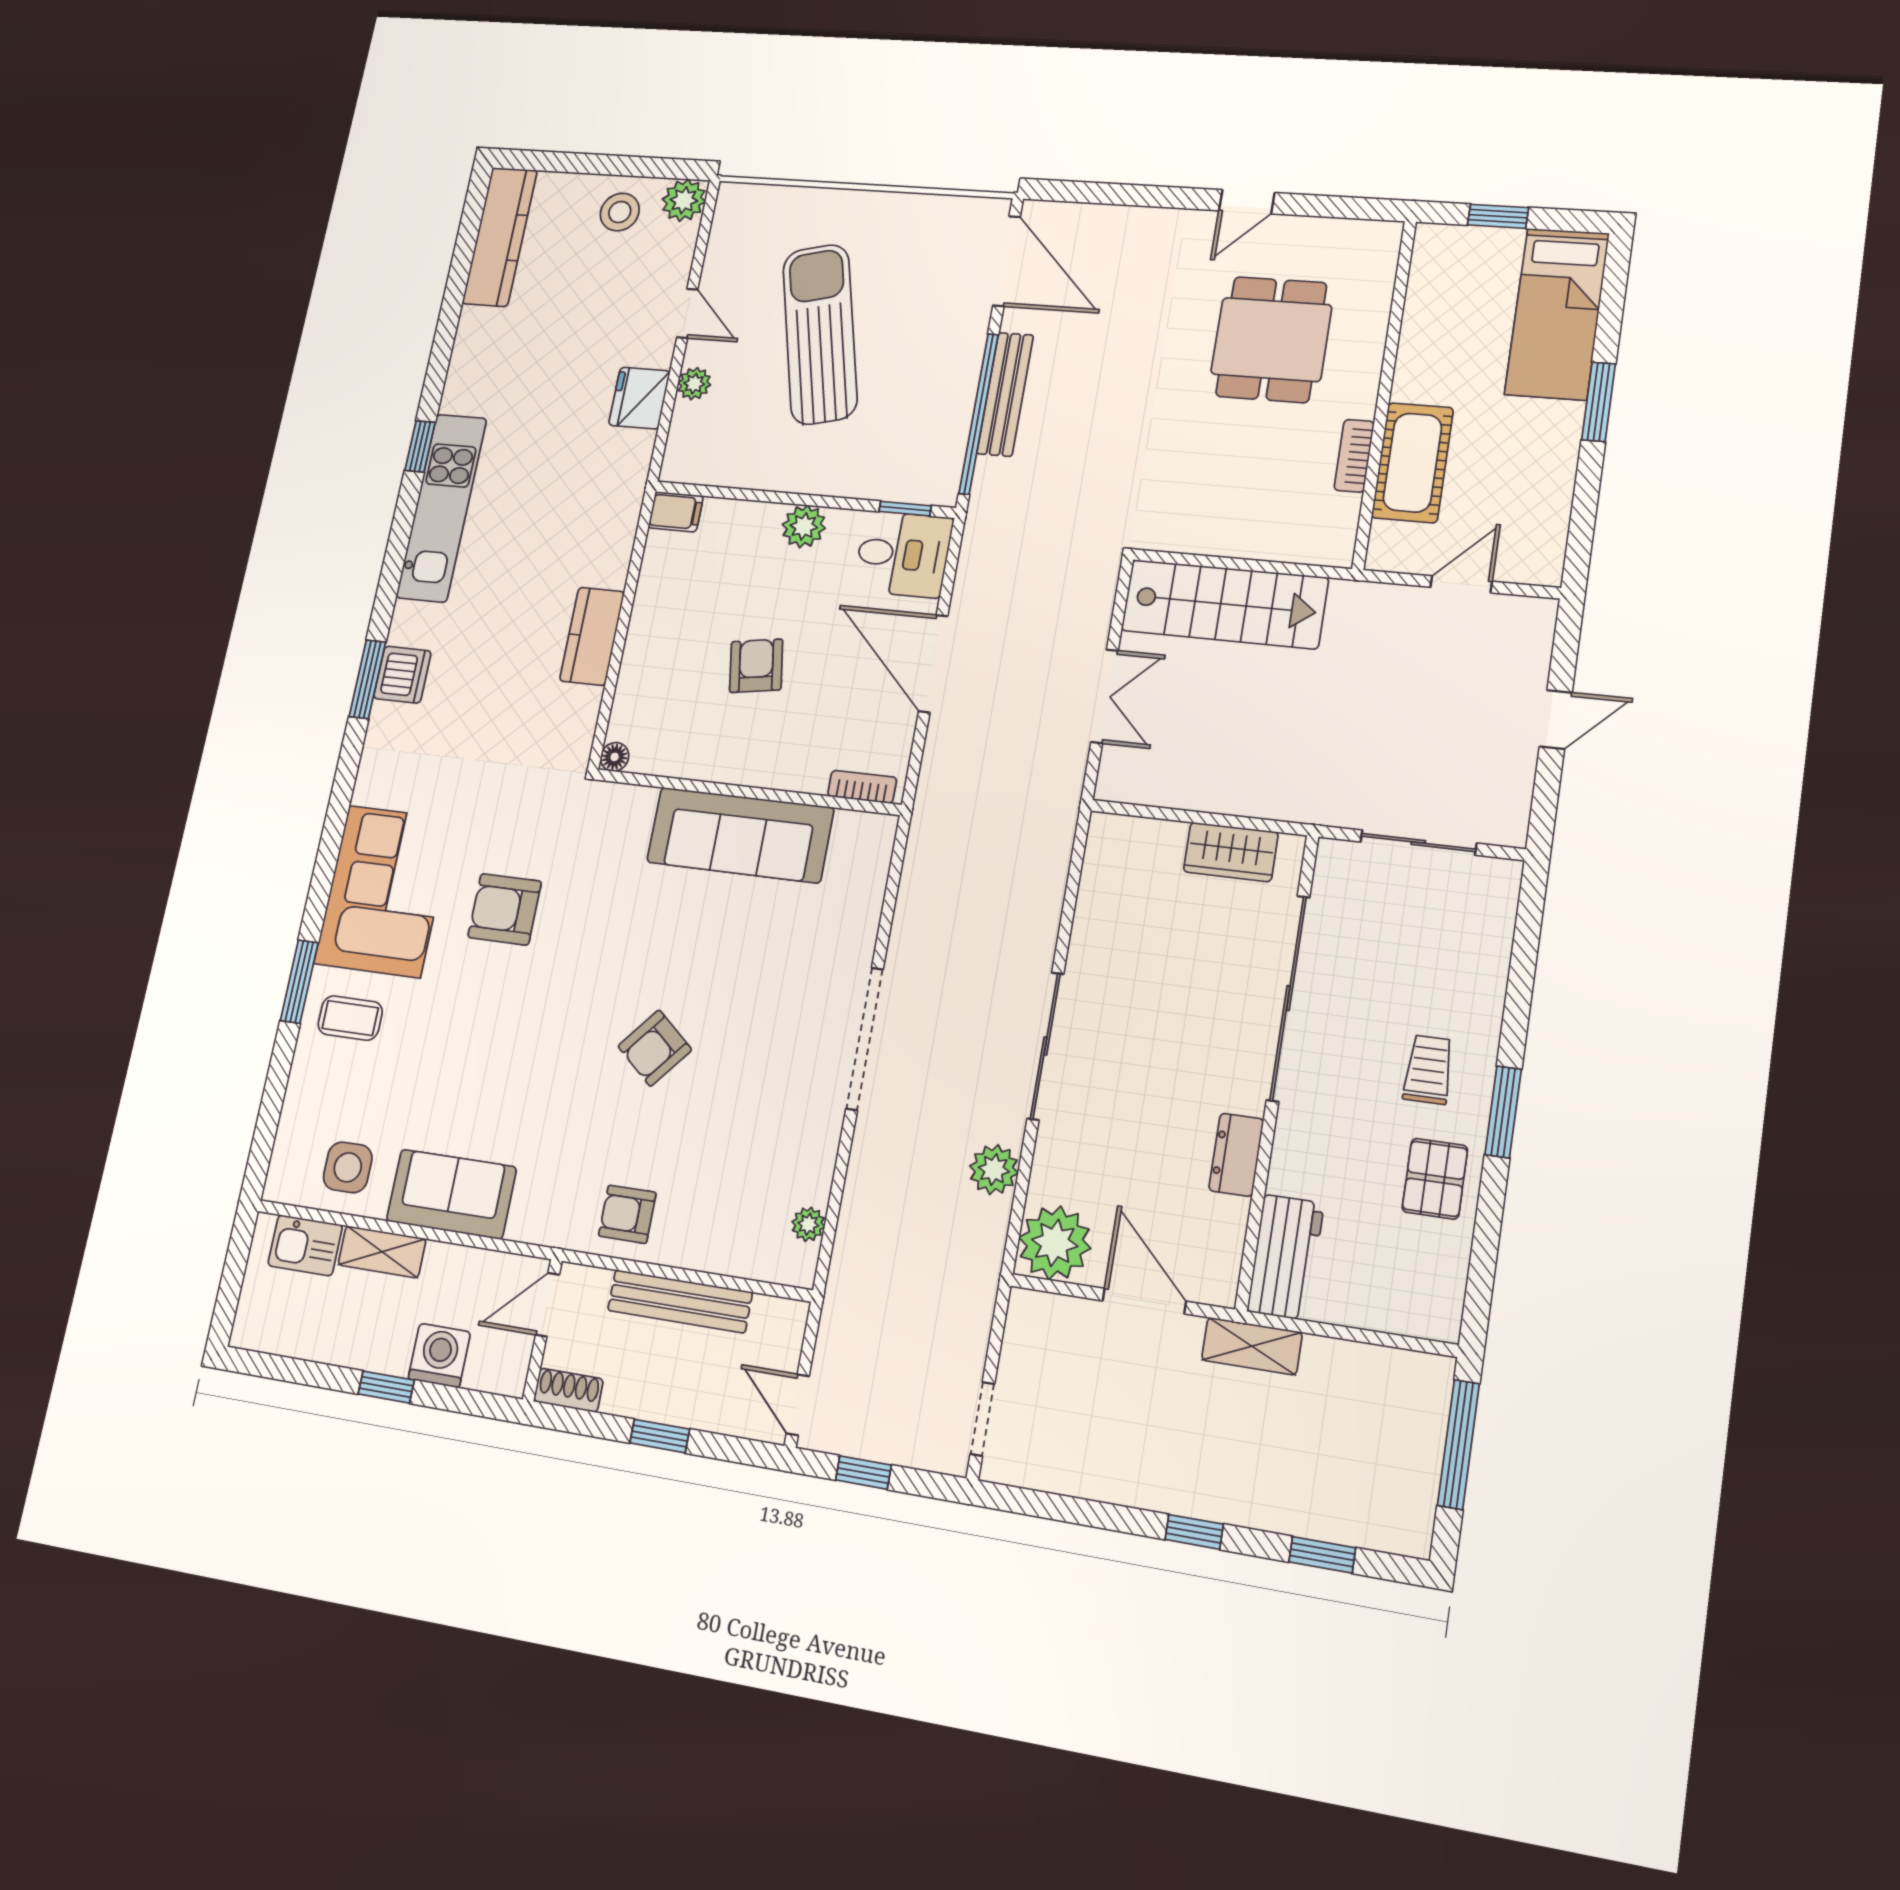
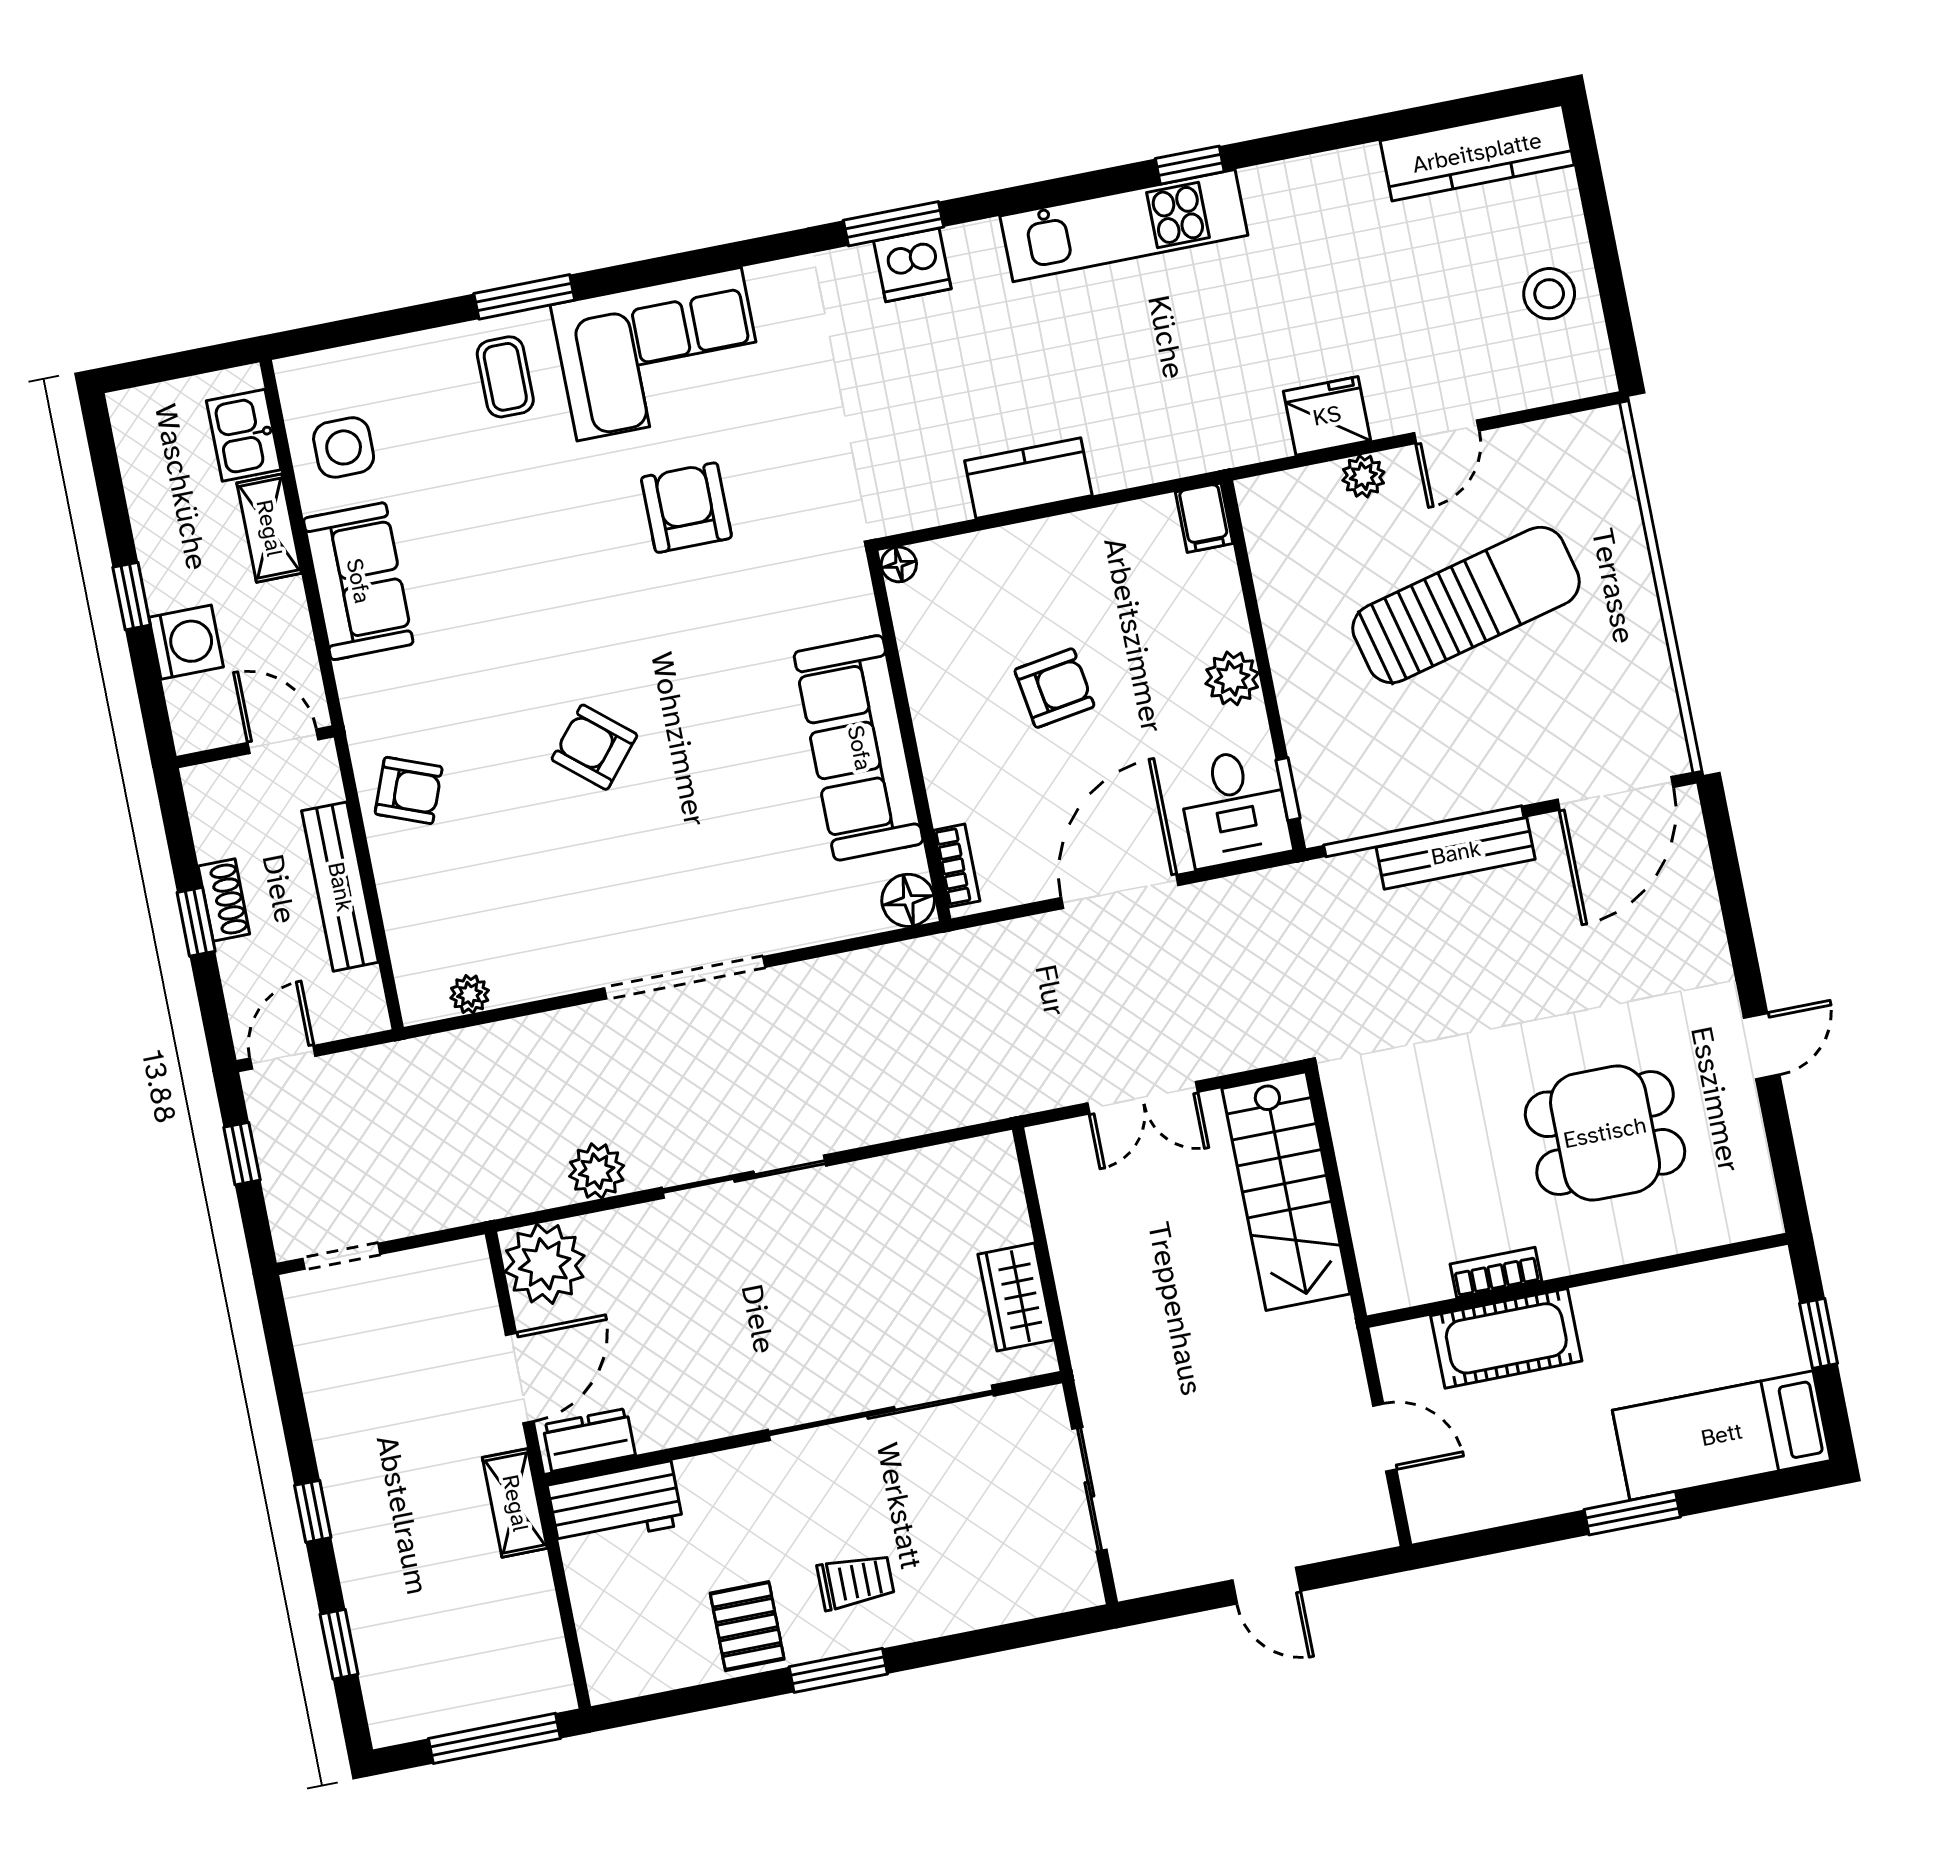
plant: (684, 200) -> (1585, 369), removed
door: (1247, 202) -> (1762, 1046), swing flipped
floor lamp: (874, 835) -> (908, 900), added
dresser: (1236, 1155) -> (589, 1440), moved
pallet: (1435, 1179) -> (747, 1626), turned 90
armchair: (627, 1214) -> (409, 790), turned 111
shoe rack: (568, 1390) -> (224, 900), moved

